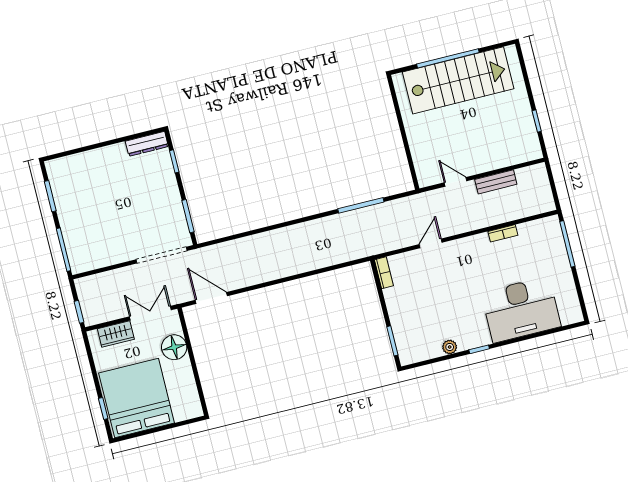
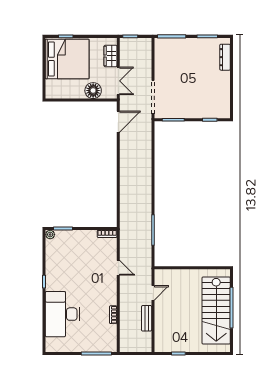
dresser: (147, 144) -> (225, 57), moved
plant: (450, 347) -> (50, 235), moved

